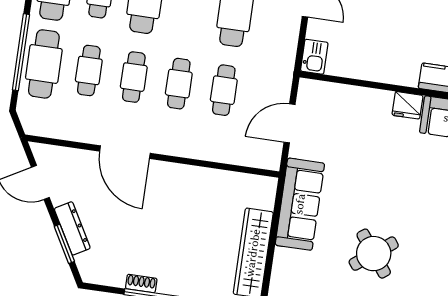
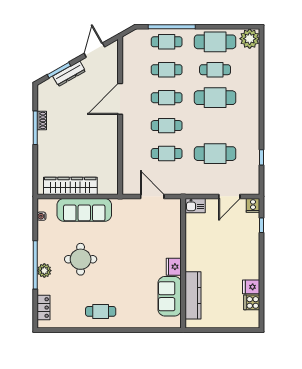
cafe table: (44, 64) -> (167, 42), width x0.73, depth x0.74
sofa: (300, 204) -> (84, 210), moved
round table: (374, 254) -> (81, 259), turned 37

